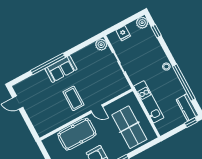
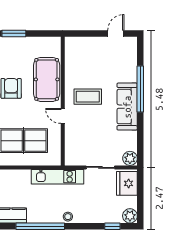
fridge: (123, 33) -> (127, 183), width x1.88, depth x1.34
sofa: (61, 69) -> (127, 107), width x1.36
kitchen unit: (149, 102) -> (58, 177), moved
door: (97, 109) -> (63, 116), hinge flipped

